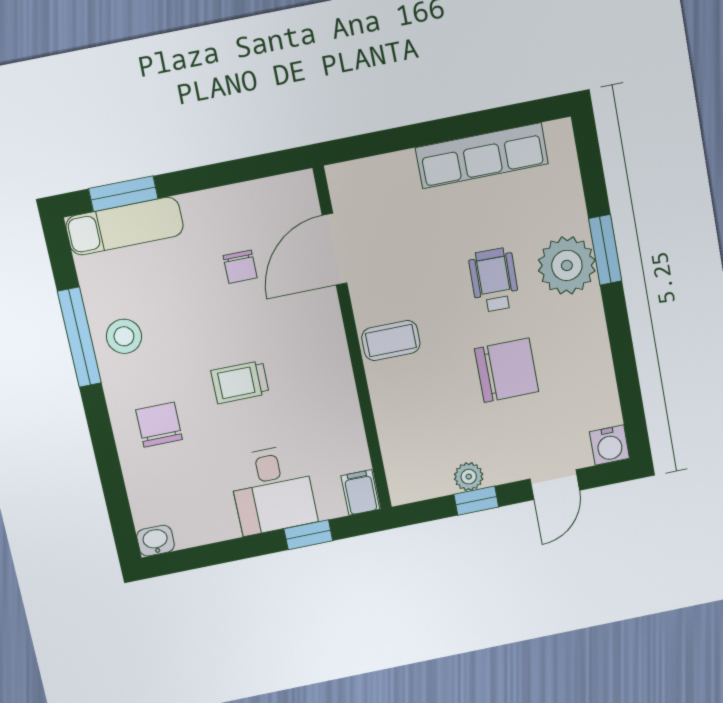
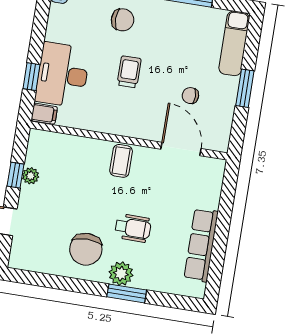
window: (123, 194) -> (245, 88), moved
plant: (567, 265) -> (121, 274), width x0.73, depth x0.73
stool: (124, 336) -> (177, 20), removed
chair: (507, 370) -> (86, 249), moved
water cooler: (609, 445) -> (19, 259), removed
desk: (272, 490) -> (63, 75), width x1.37

